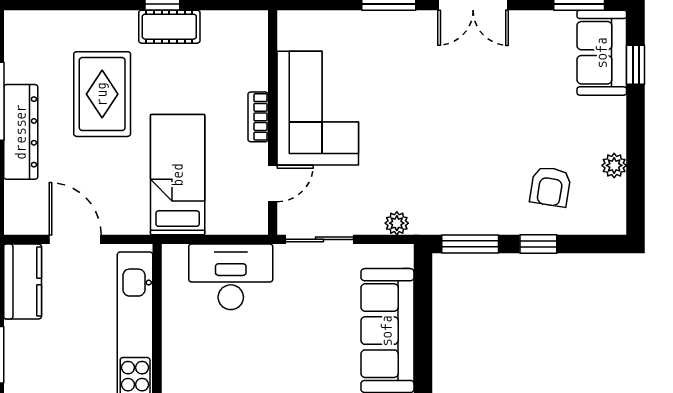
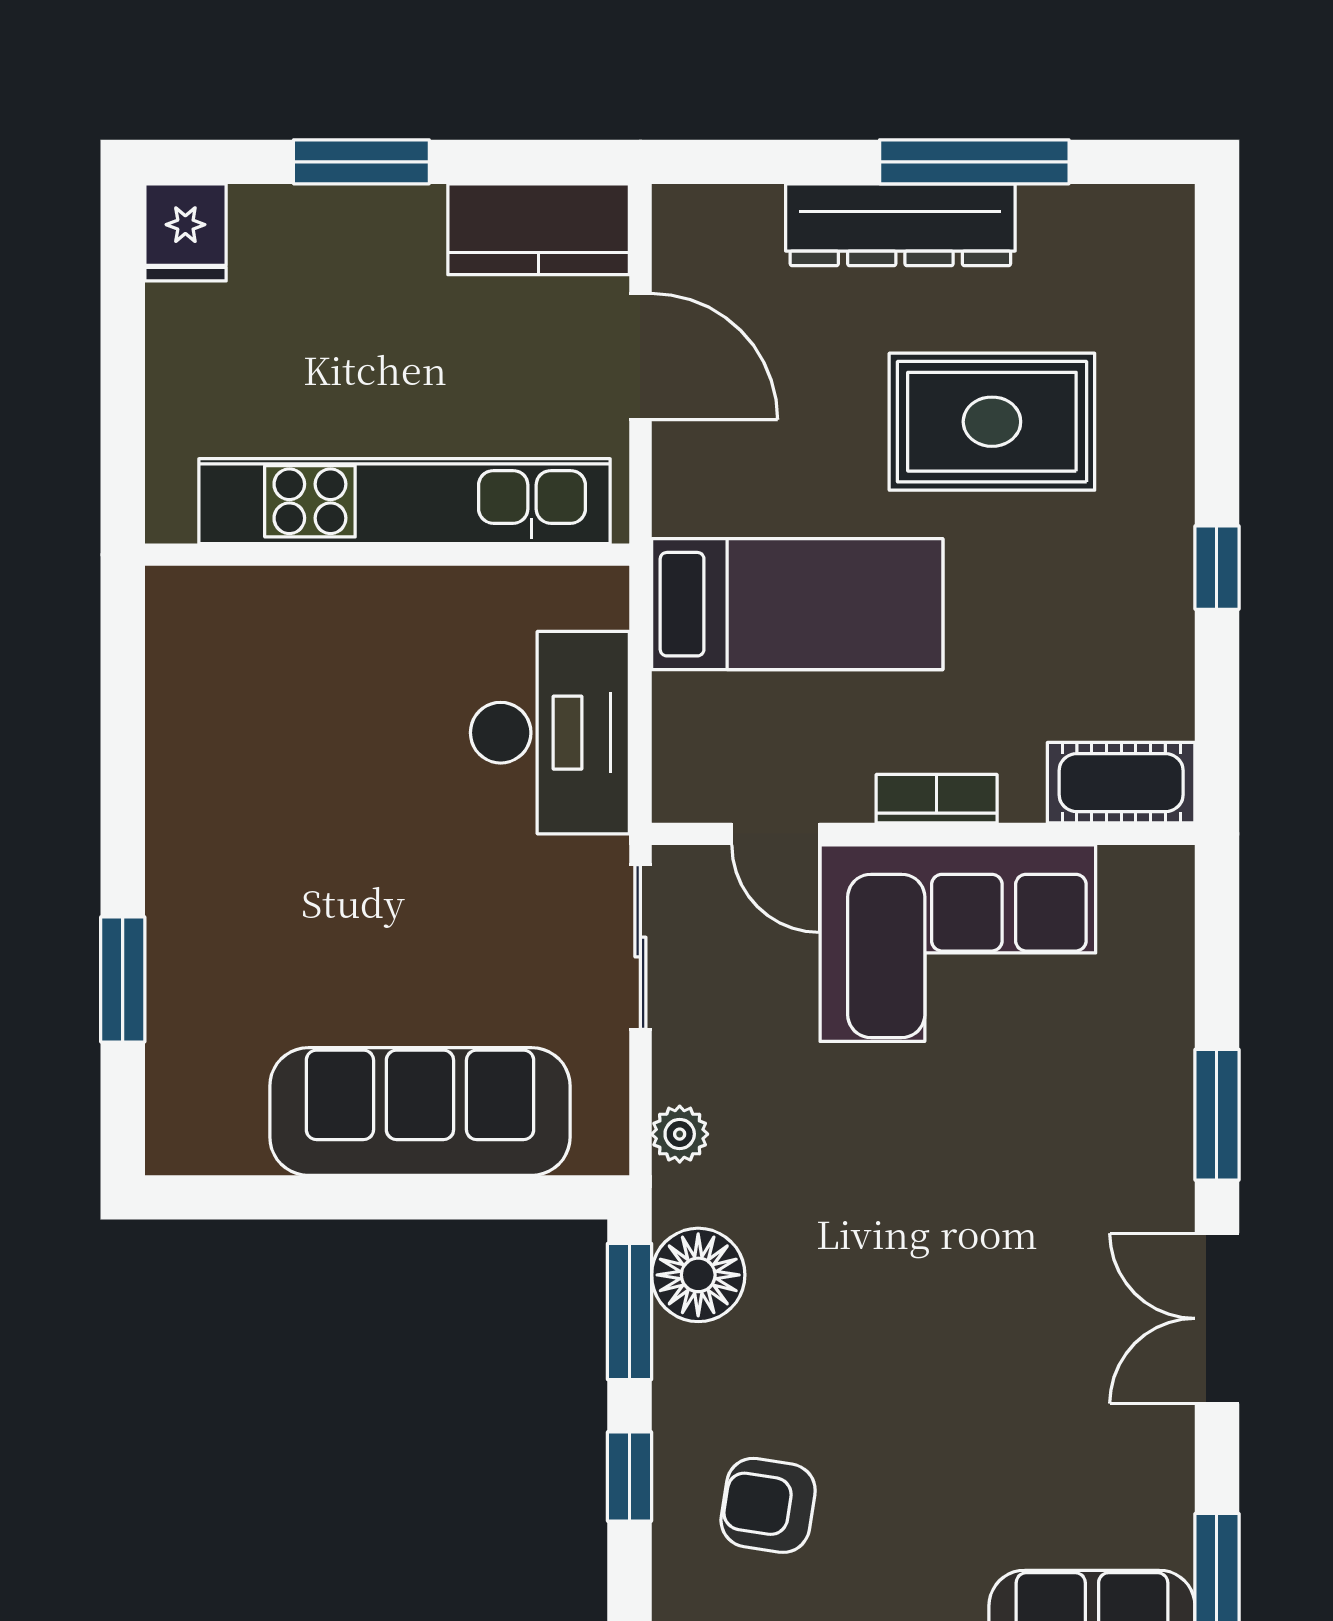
cot: (169, 27) -> (1121, 783), moved, turned 90
floor lamp: (455, 216) -> (698, 1275), added
door: (75, 239) -> (640, 357), hinge flipped

